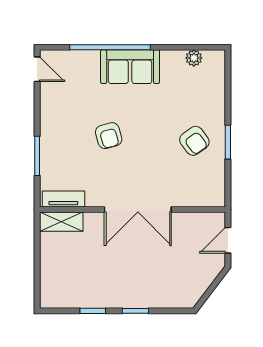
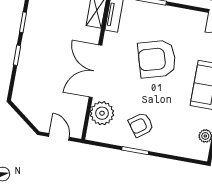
armchair: (109, 136) -> (157, 59), width x1.88, depth x1.88
plant: (189, 192) -> (102, 113), added

